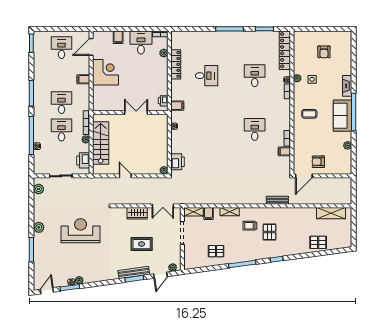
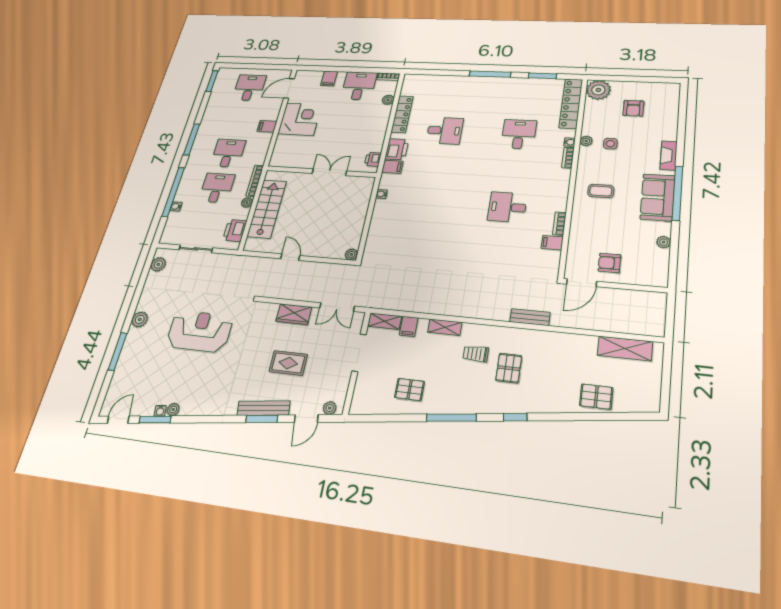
plant: (301, 39) -> (598, 90), added
desk: (255, 129) -> (507, 207), turned -90
printer: (178, 162) -> (397, 149), moved

